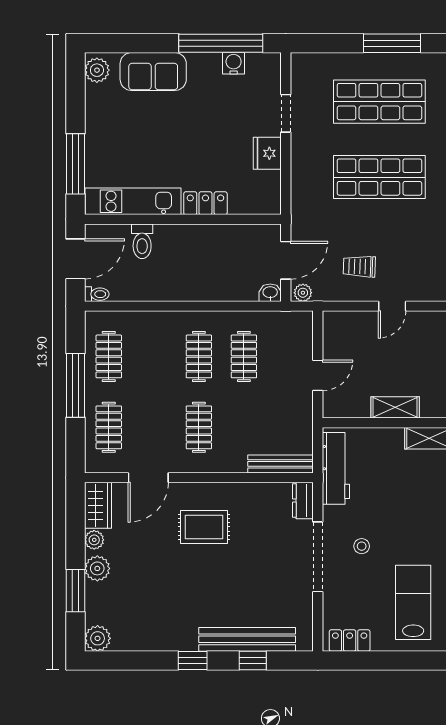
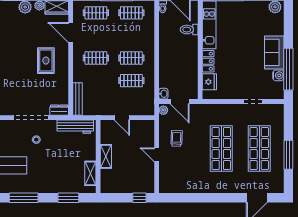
sofa: (153, 72) -> (274, 52), moved
fridge: (267, 153) -> (209, 82), moved, turned 90

